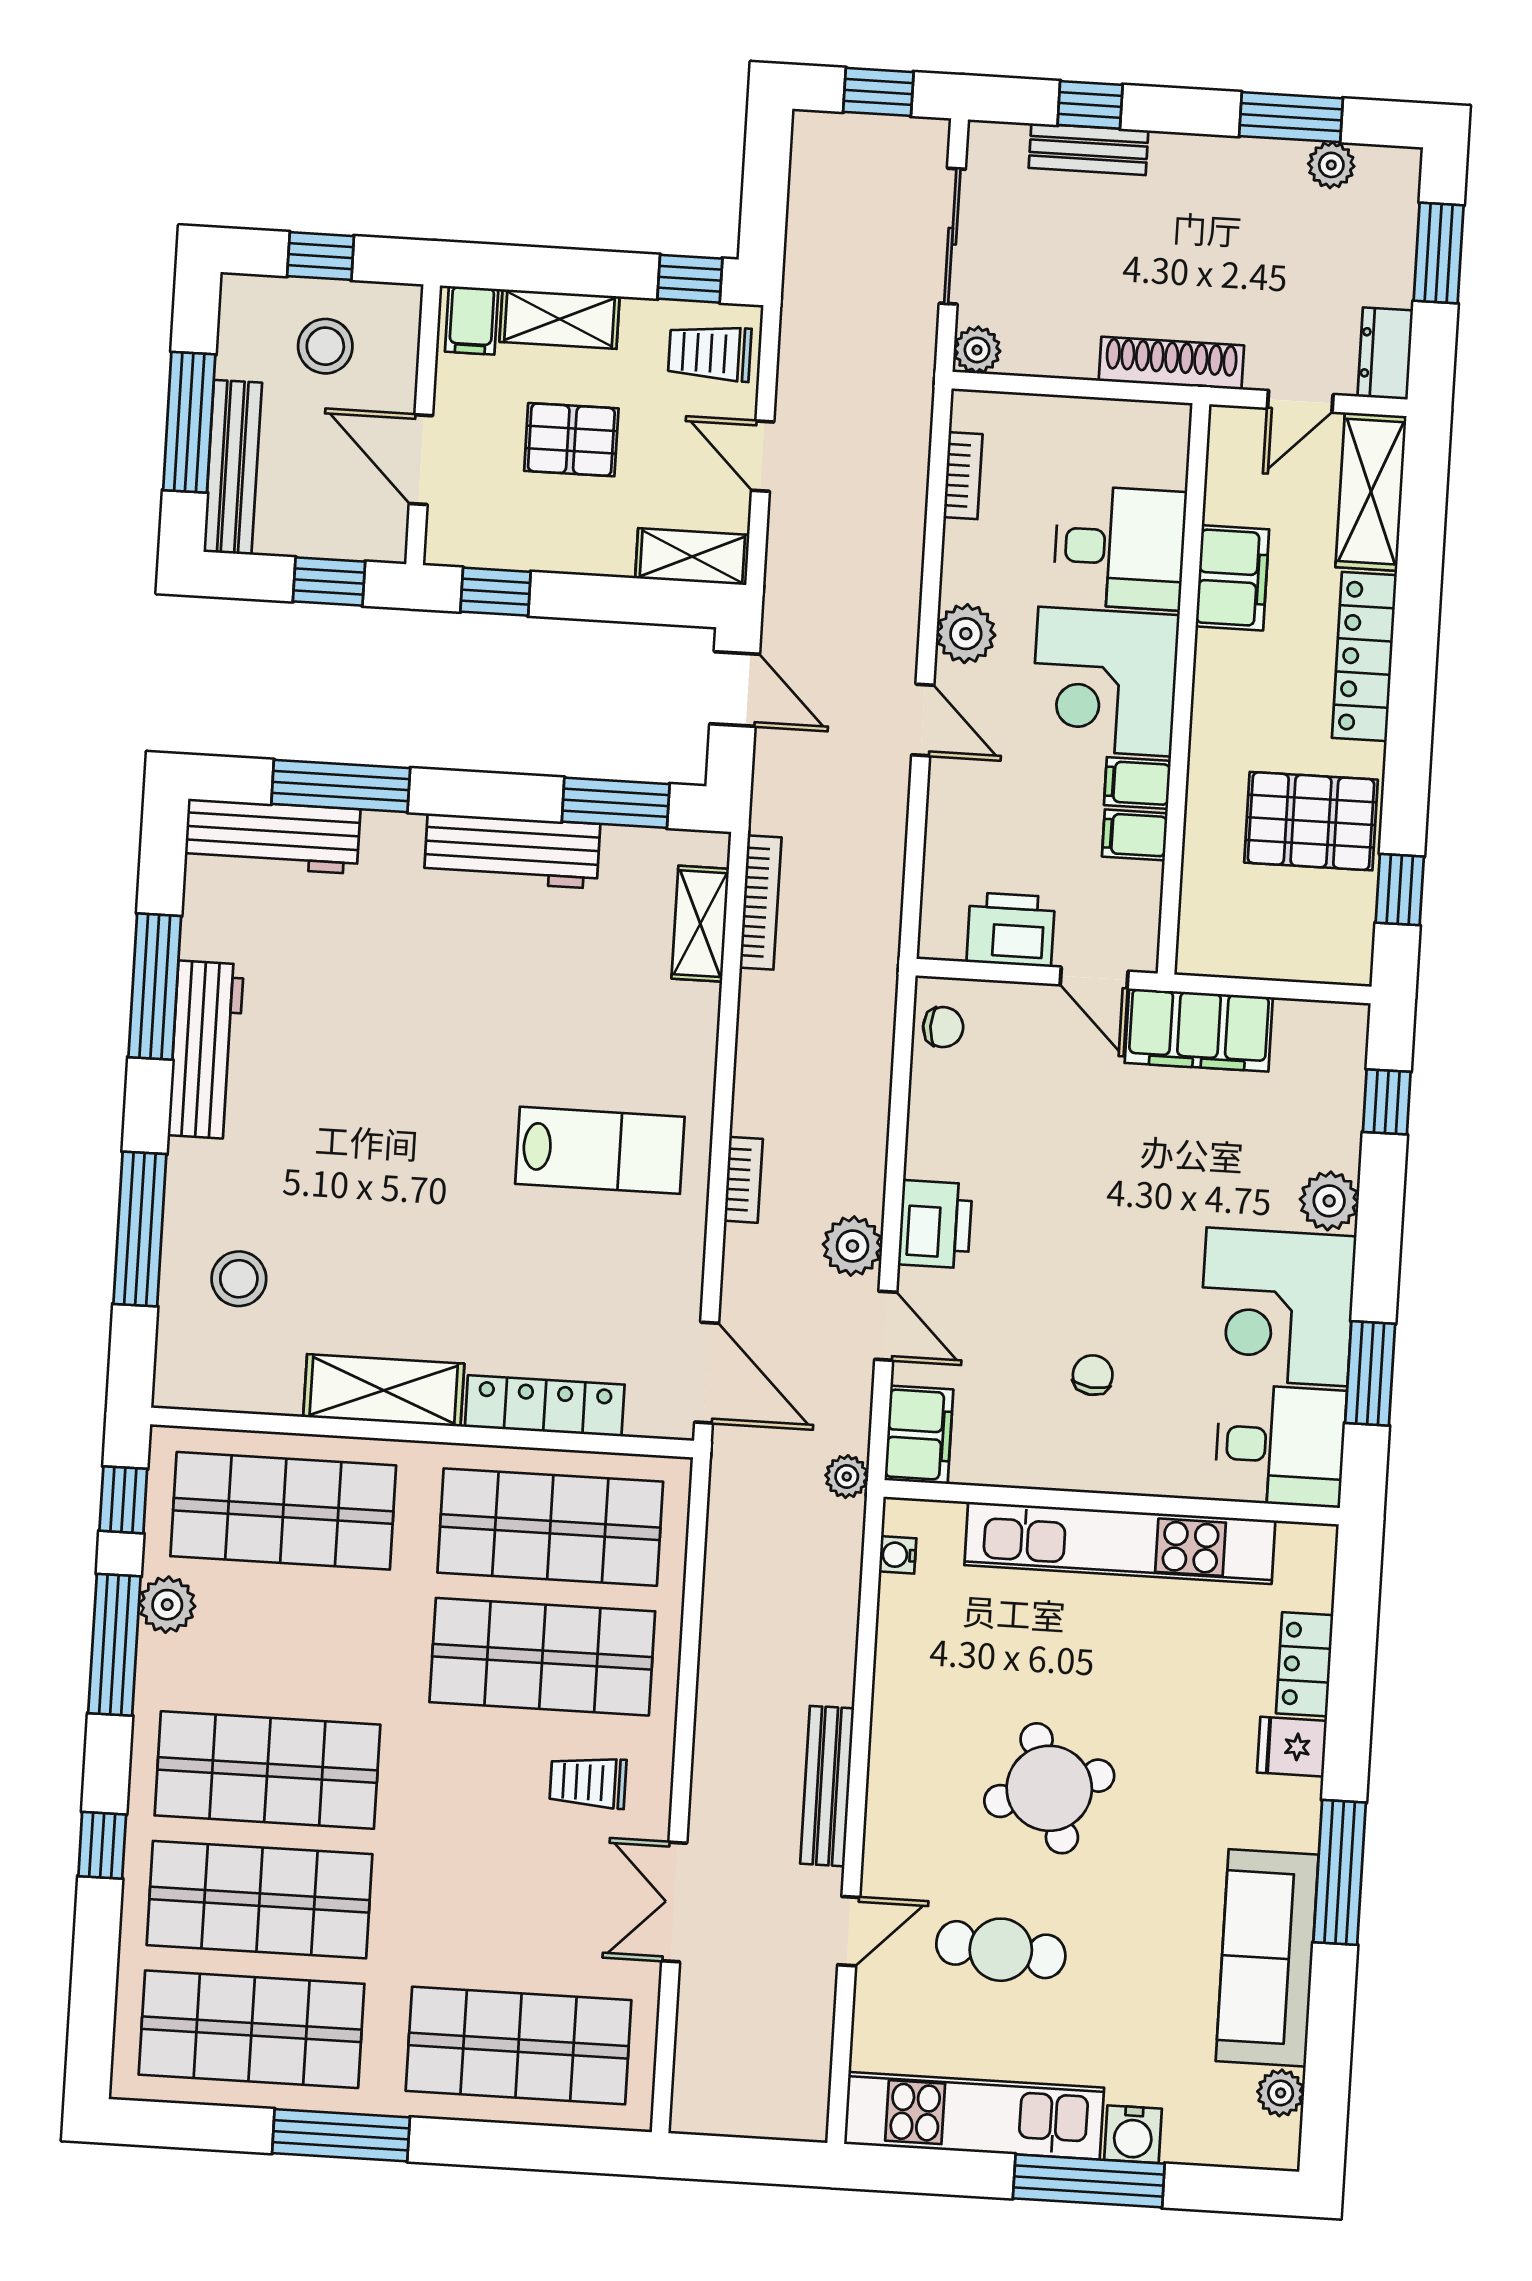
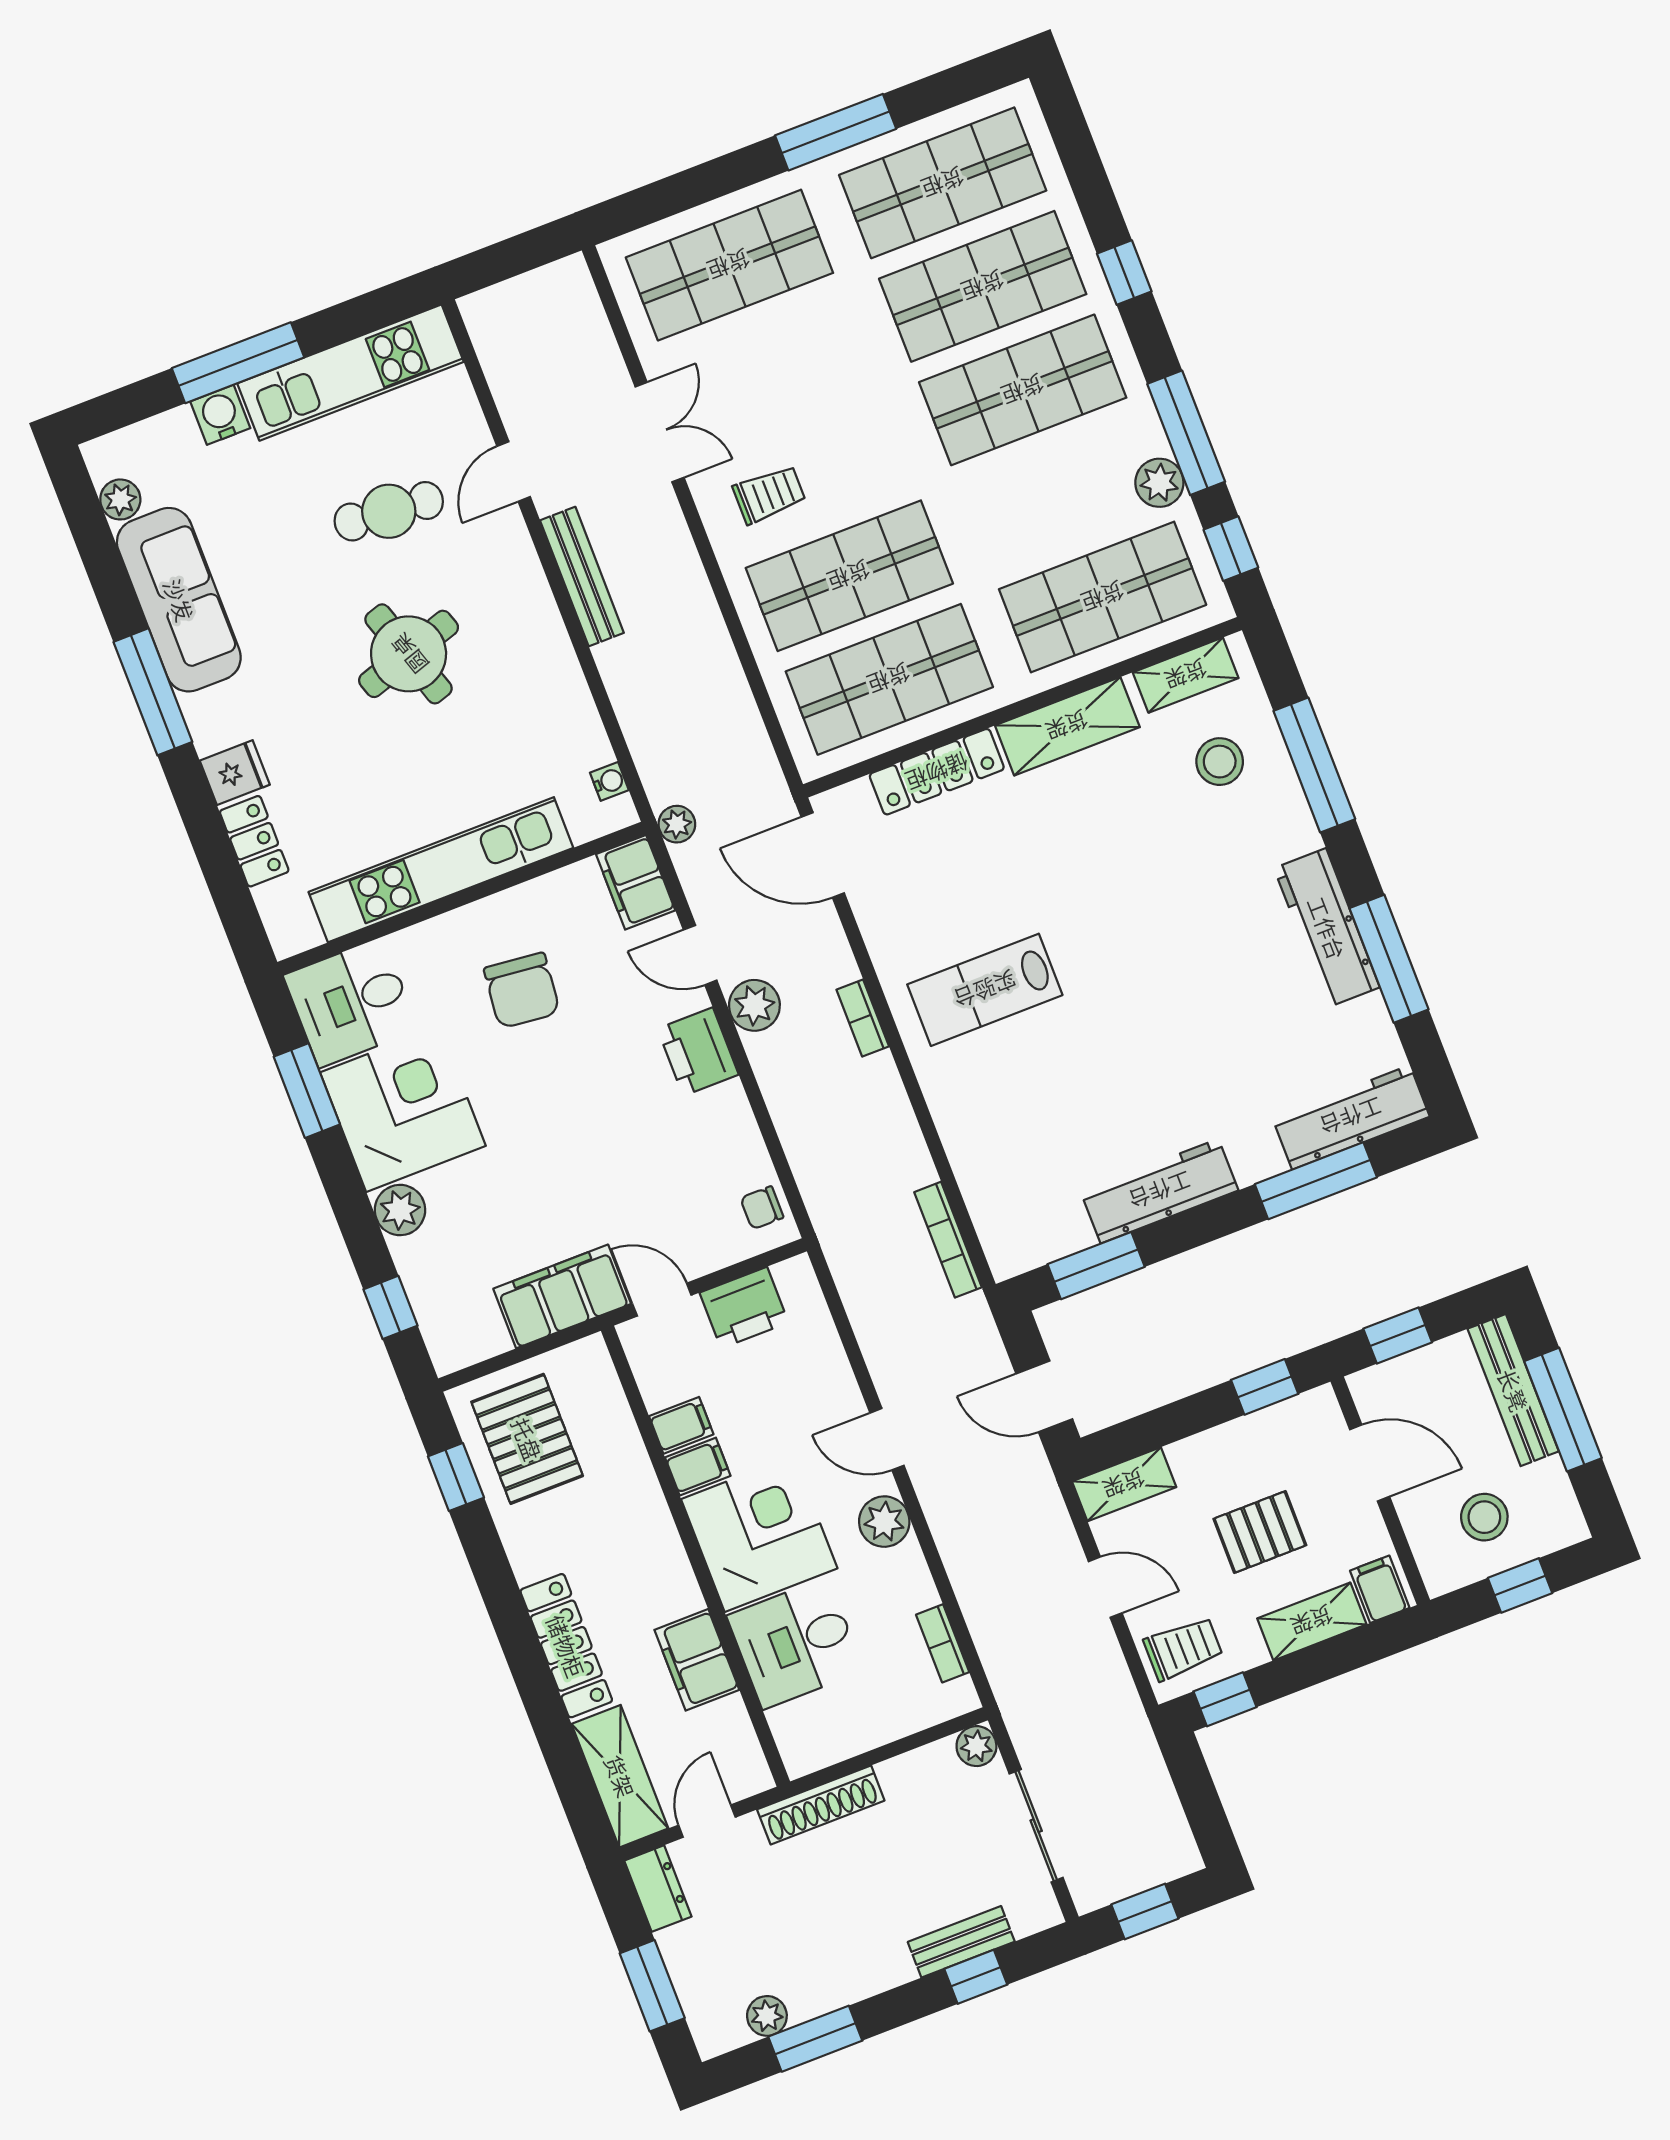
pallet: (1311, 821) -> (527, 1439), moved, turned 90
shelving: (700, 924) -> (1186, 675), moved, turned 90
chair: (1093, 1375) -> (522, 990), width x1.87, depth x1.87

